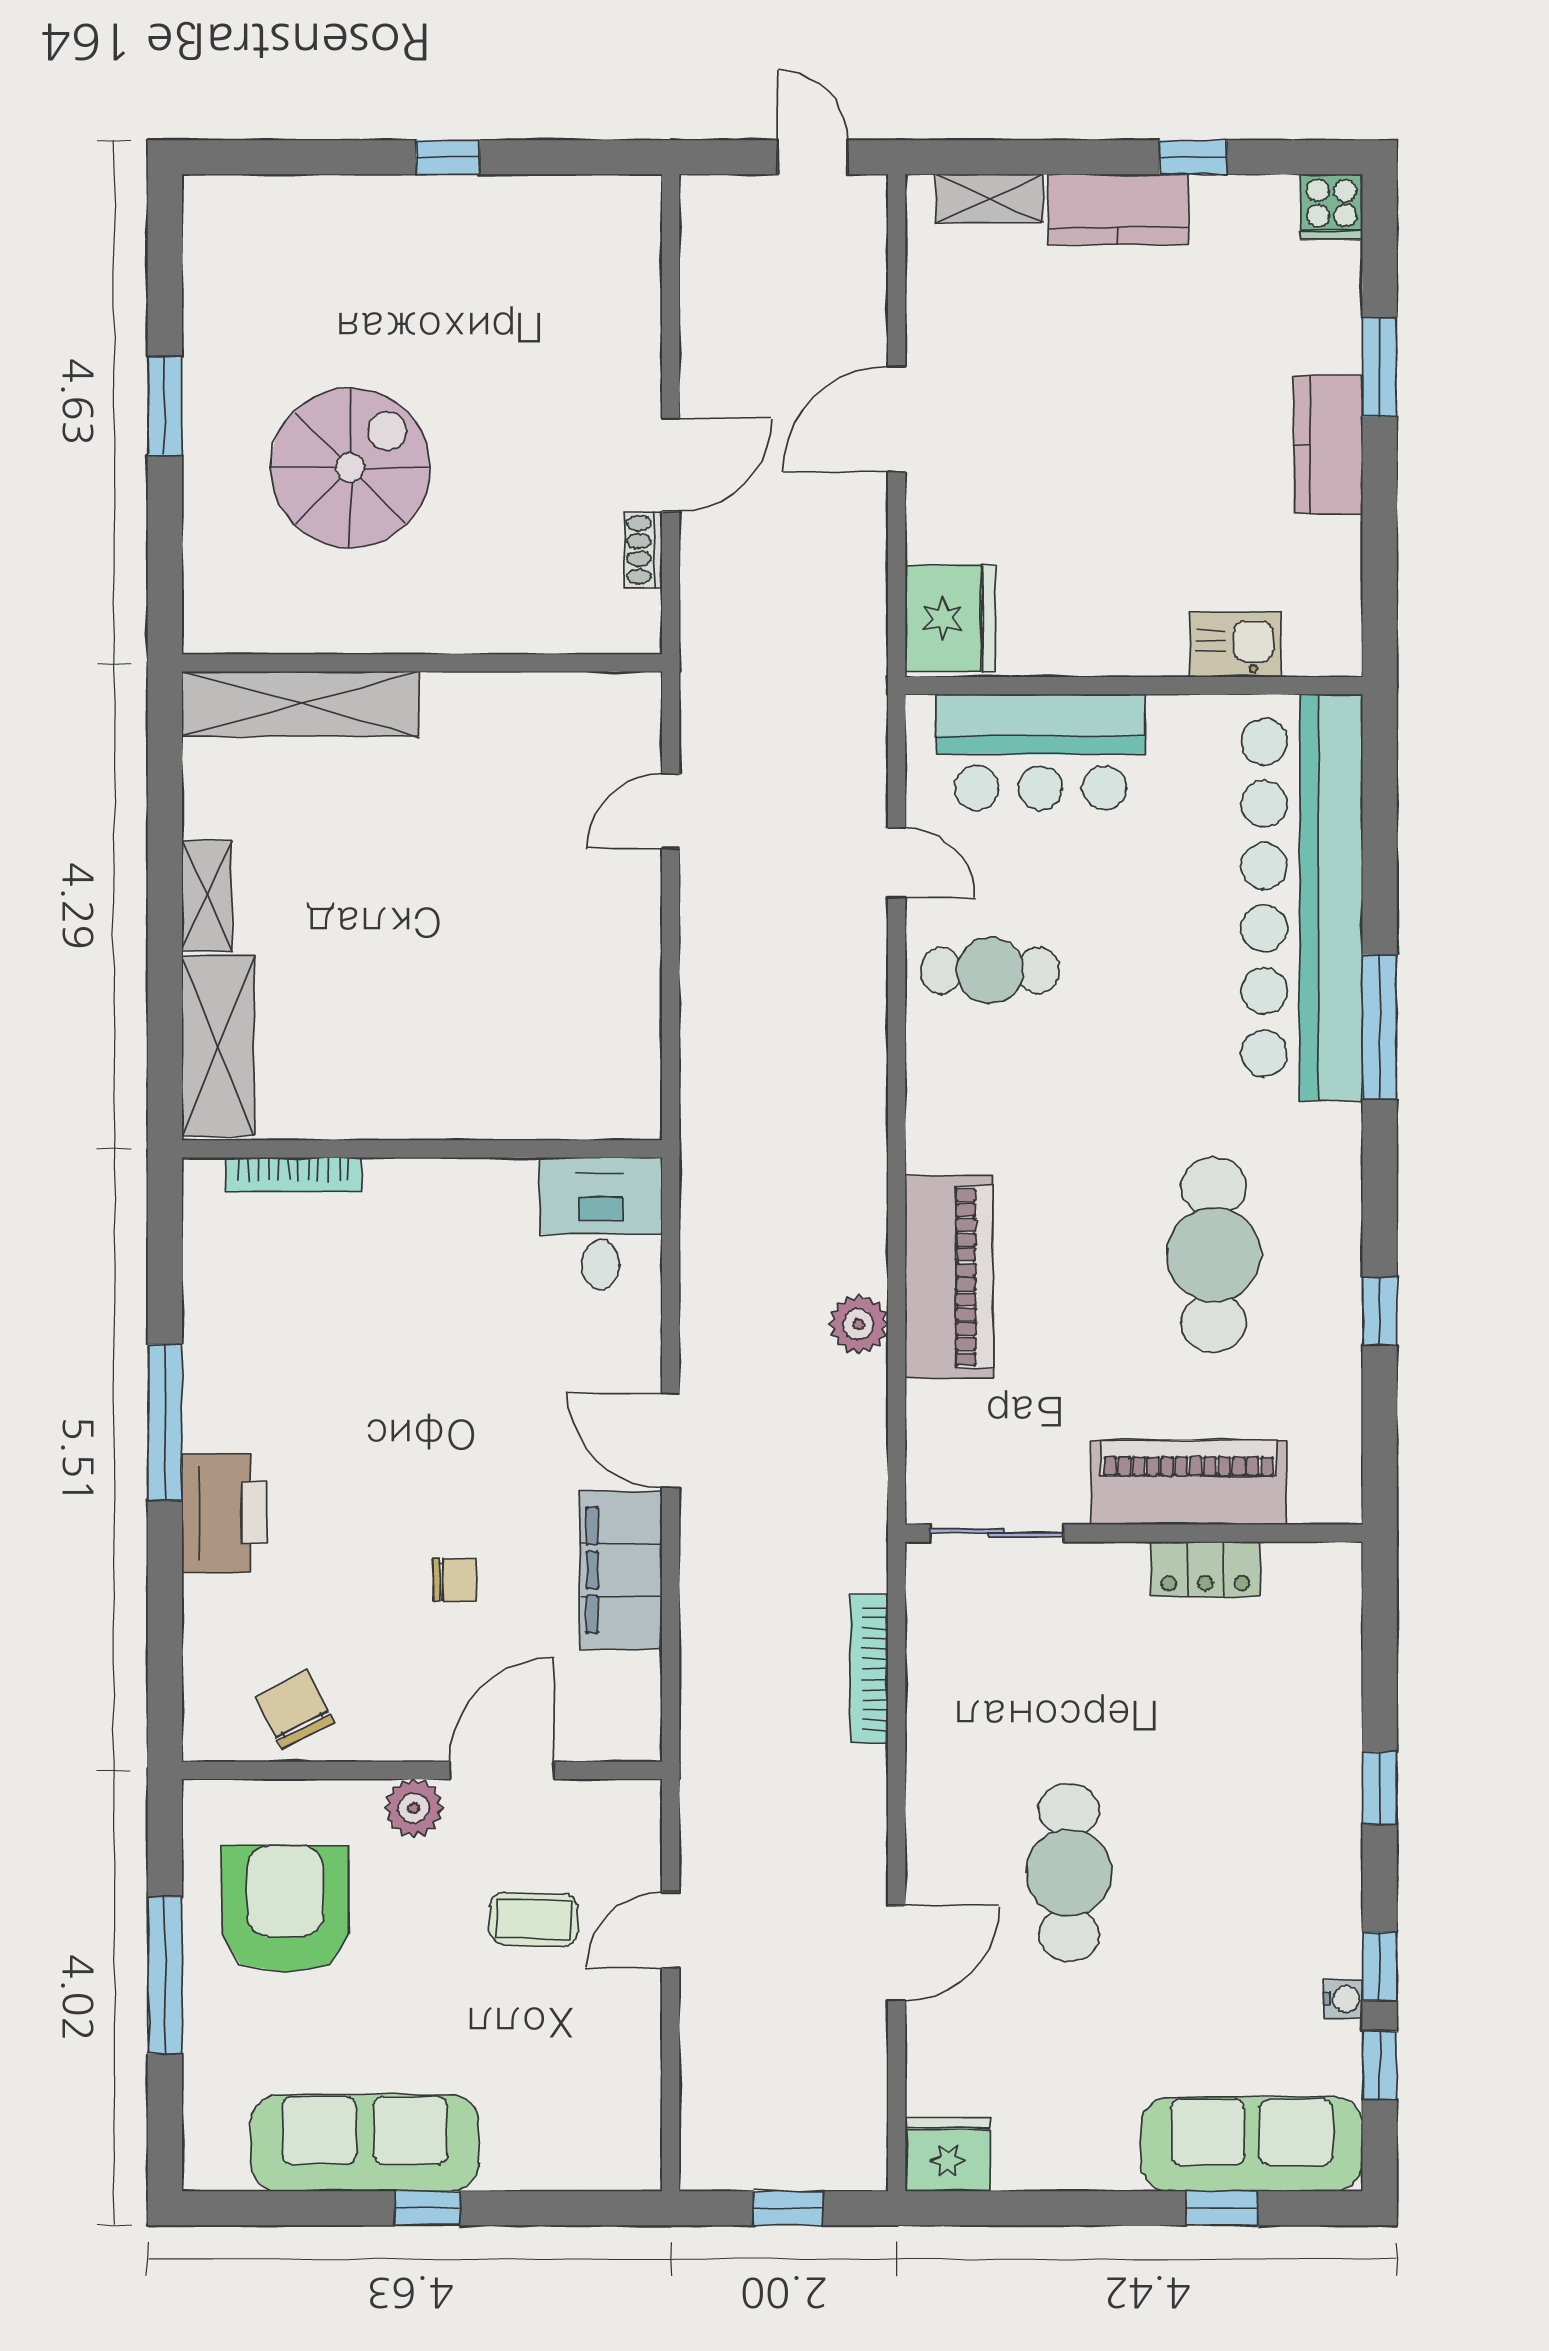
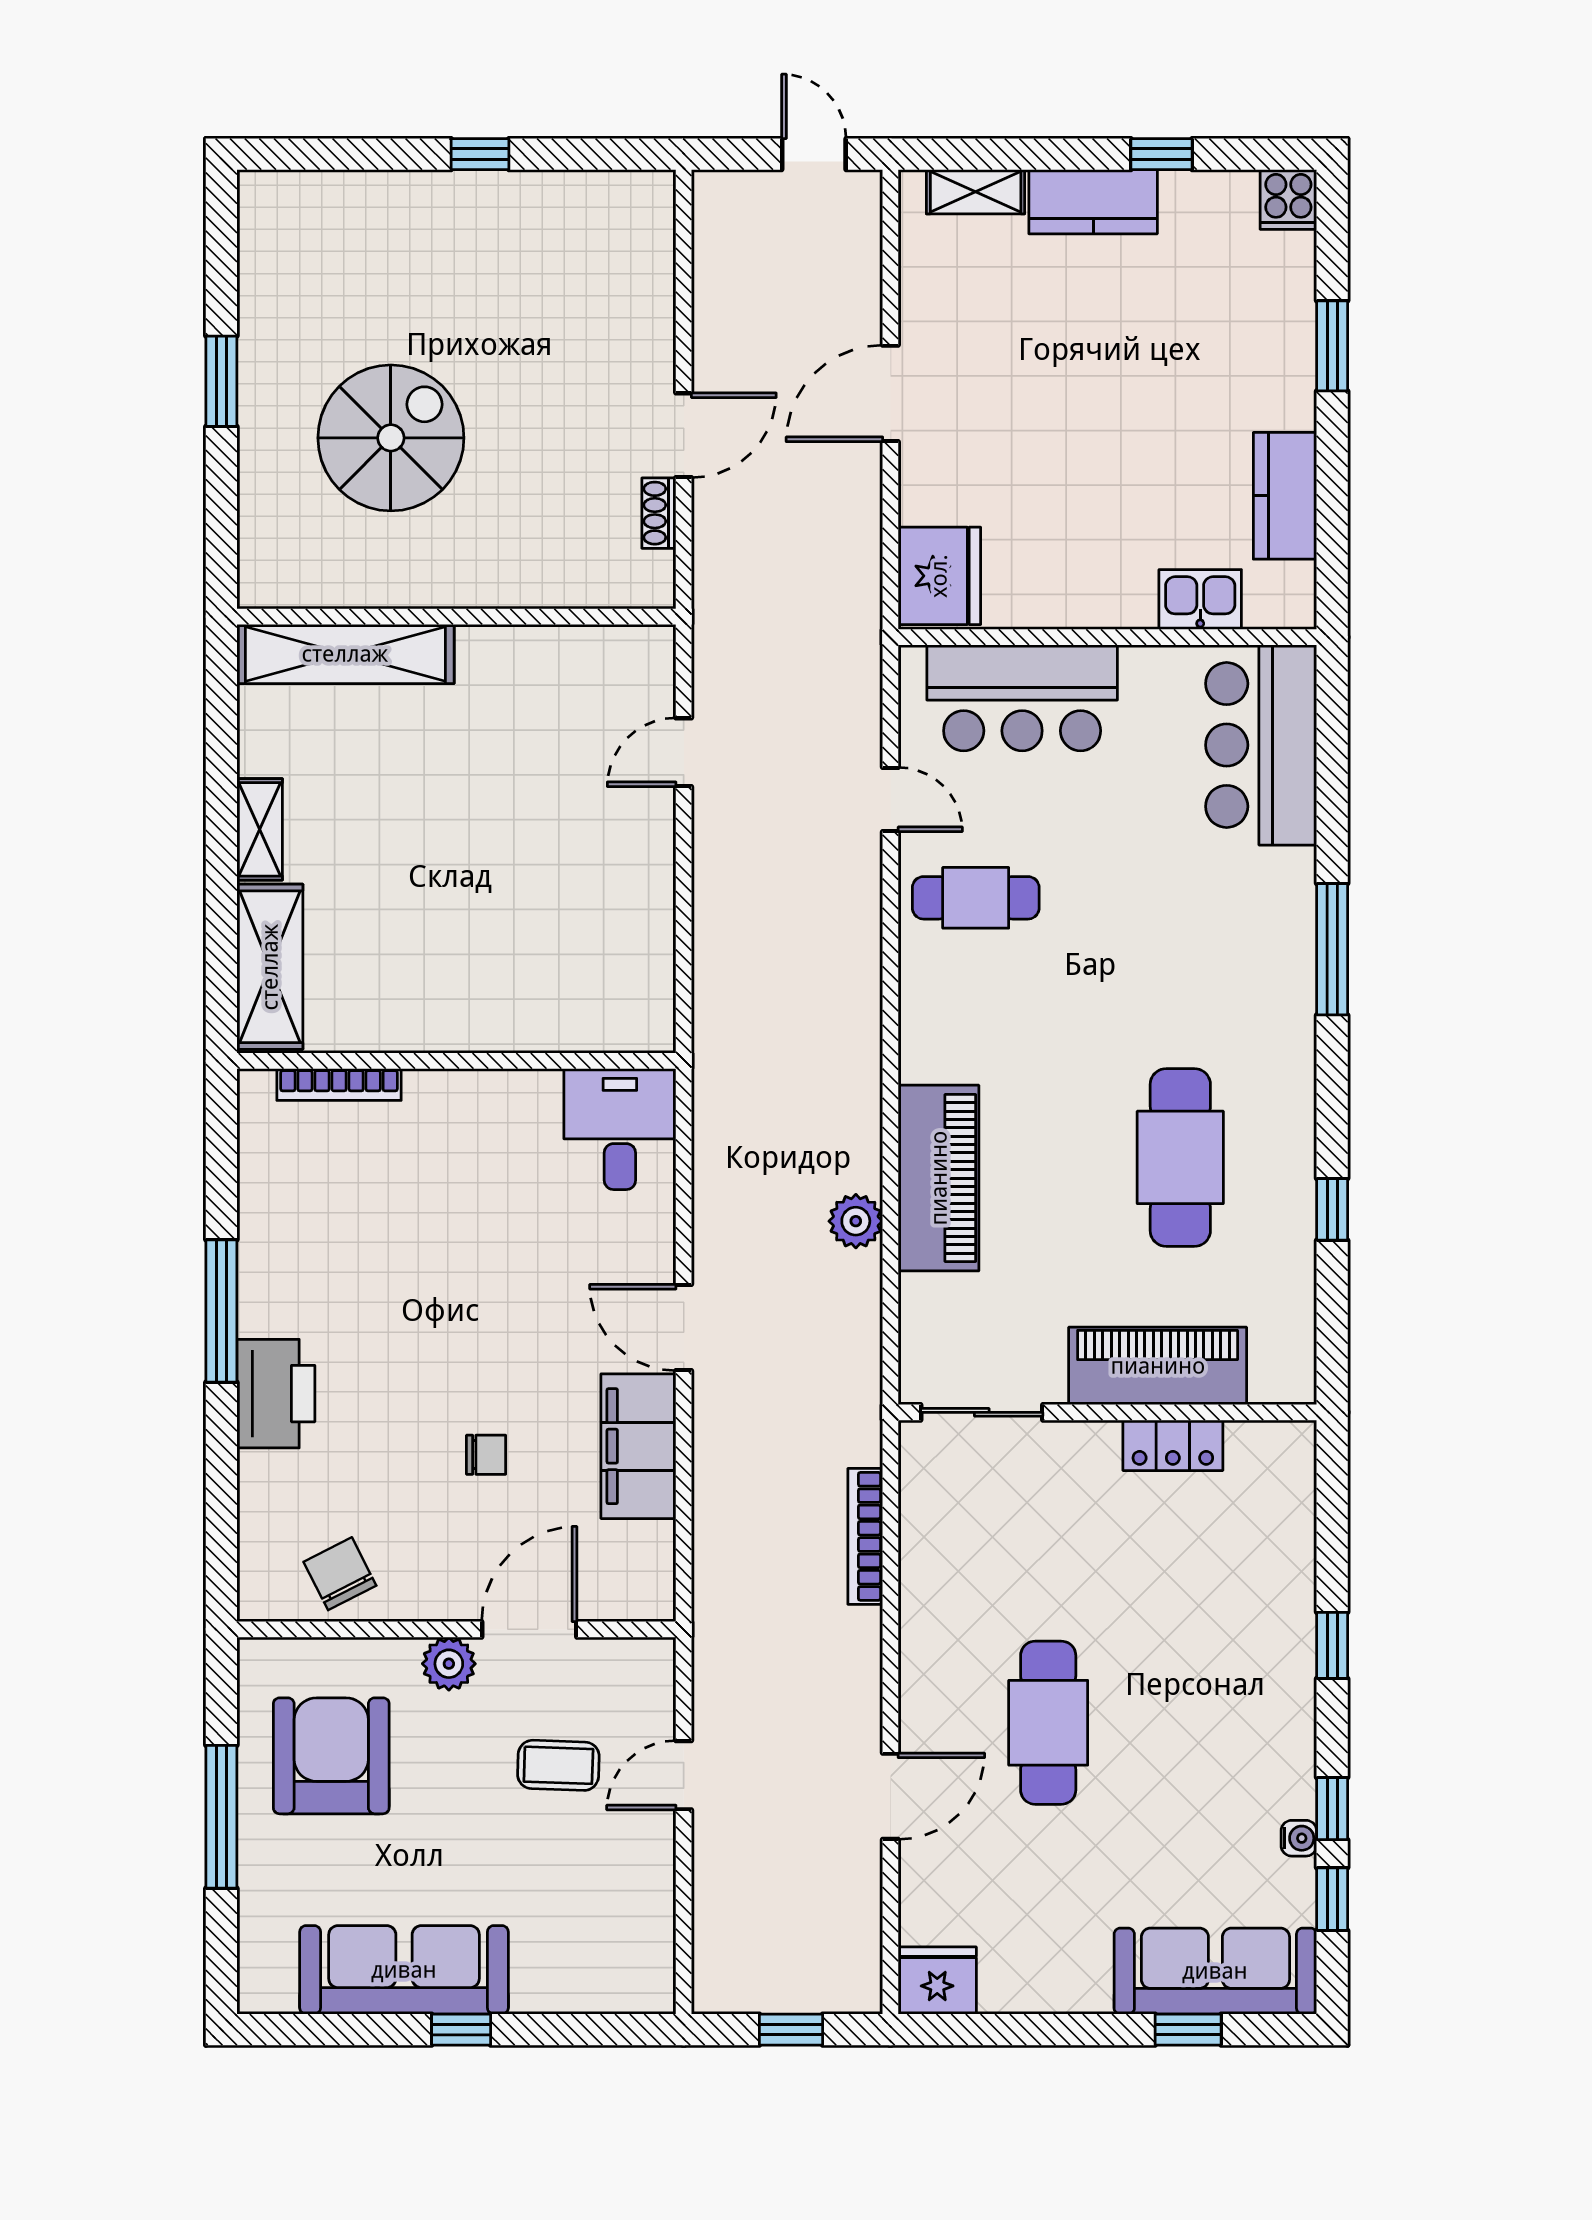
kitchen counter: (1328, 445) -> (1285, 496), moved
bar counter: (1302, 897) -> (1261, 745), width x0.54

